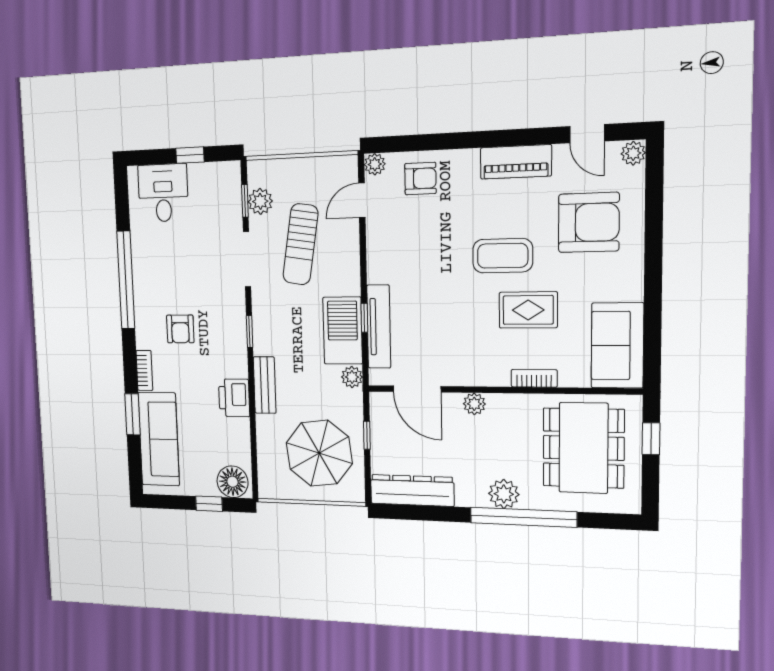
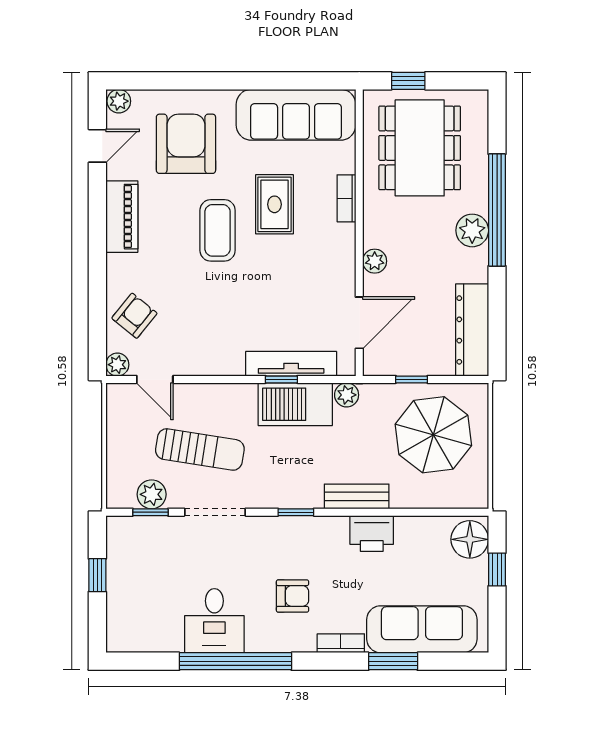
armchair: (420, 179) -> (134, 316), turned 39
desk: (163, 193) -> (214, 621), moved, turned -90
sofa: (617, 346) -> (296, 115), width x1.36
dining table: (583, 448) -> (420, 148), turned 90

